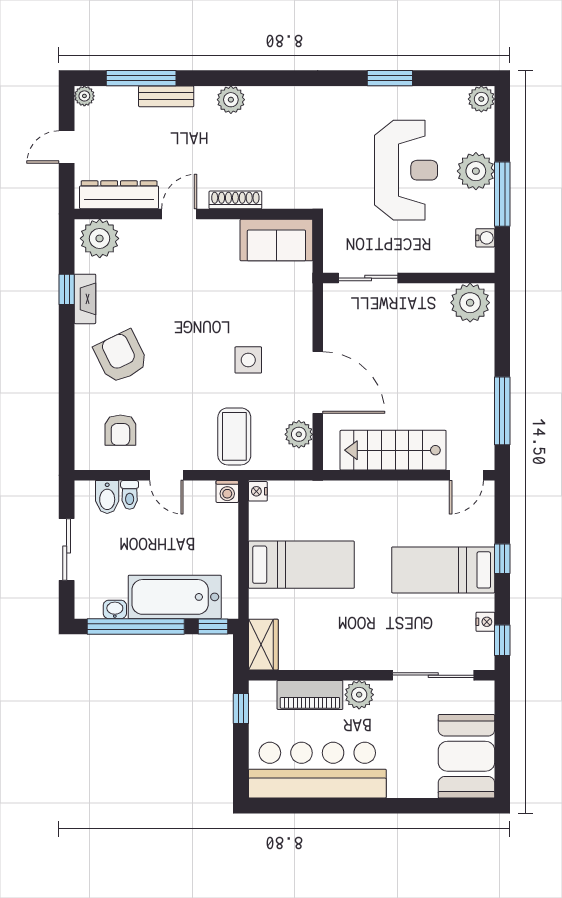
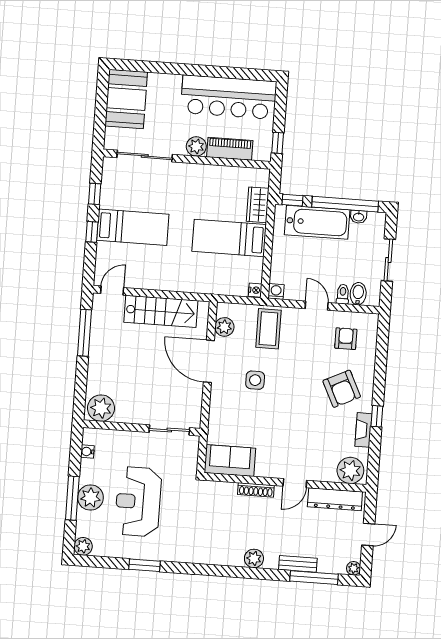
window: (502, 194) -> (72, 498), moved
window: (67, 289) -> (377, 416), moved
nightstand: (485, 622) -> (107, 190), removed
window: (502, 640) -> (95, 194), moved
wardrobe: (263, 645) -> (258, 205), moved

